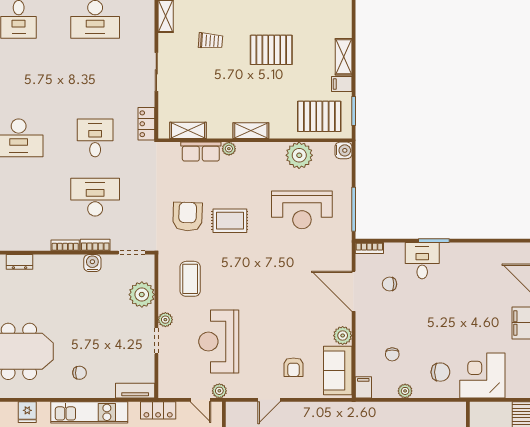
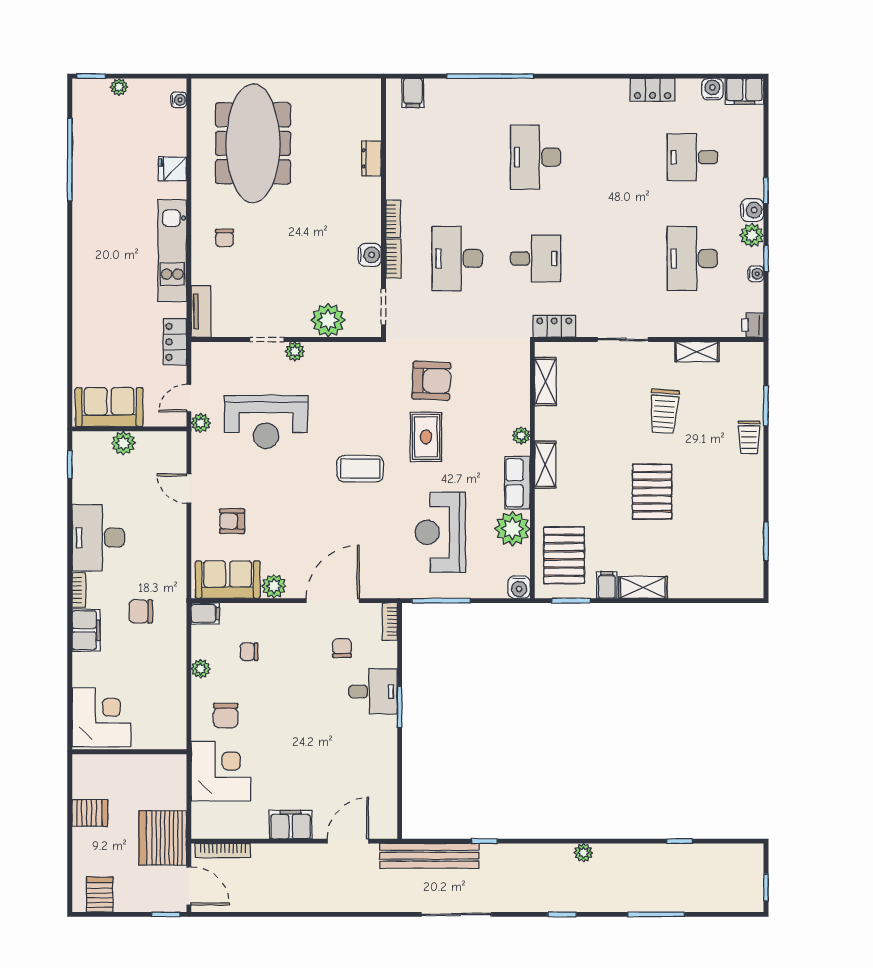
trolley: (211, 41) -> (664, 411), width x1.36, depth x1.39
row of seats: (201, 152) -> (517, 483), moved
desk: (95, 197) -> (457, 258), turned 180
coffee table: (190, 279) -> (360, 469), moved
reception desk: (219, 342) -> (266, 422), turned 180

